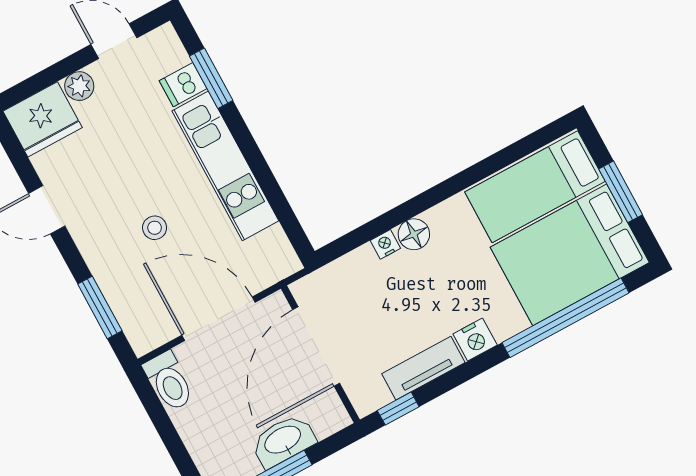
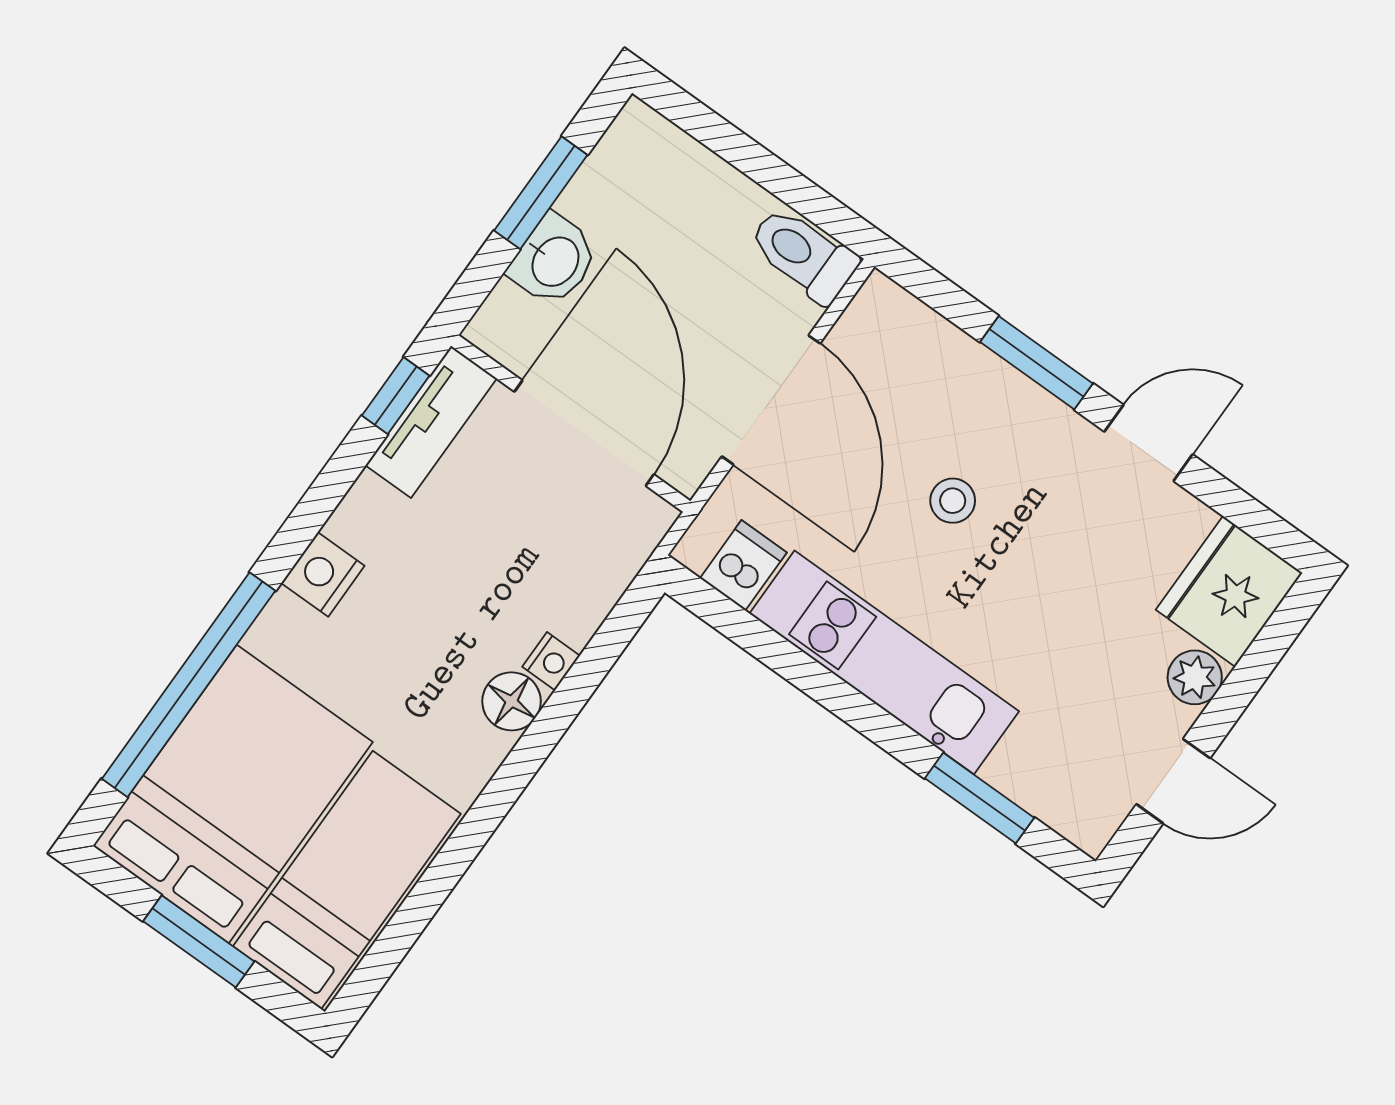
dishwasher: (183, 85) -> (743, 565), moved
window: (100, 307) -> (1037, 363), moved
door: (218, 319) -> (771, 400), hinge flipped
tv unit: (423, 368) -> (431, 422), moved
washbasin: (283, 441) -> (554, 261), width x0.72

